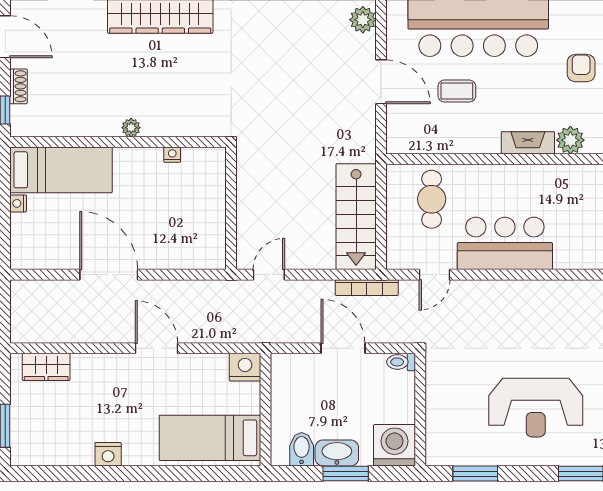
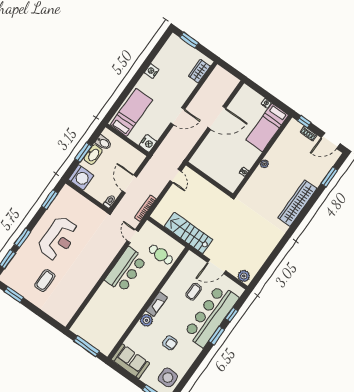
stairs: (356, 217) -> (189, 233), moved
door: (343, 348) -> (130, 184), swing flipped
reception desk: (536, 408) -> (58, 239), turned 180

